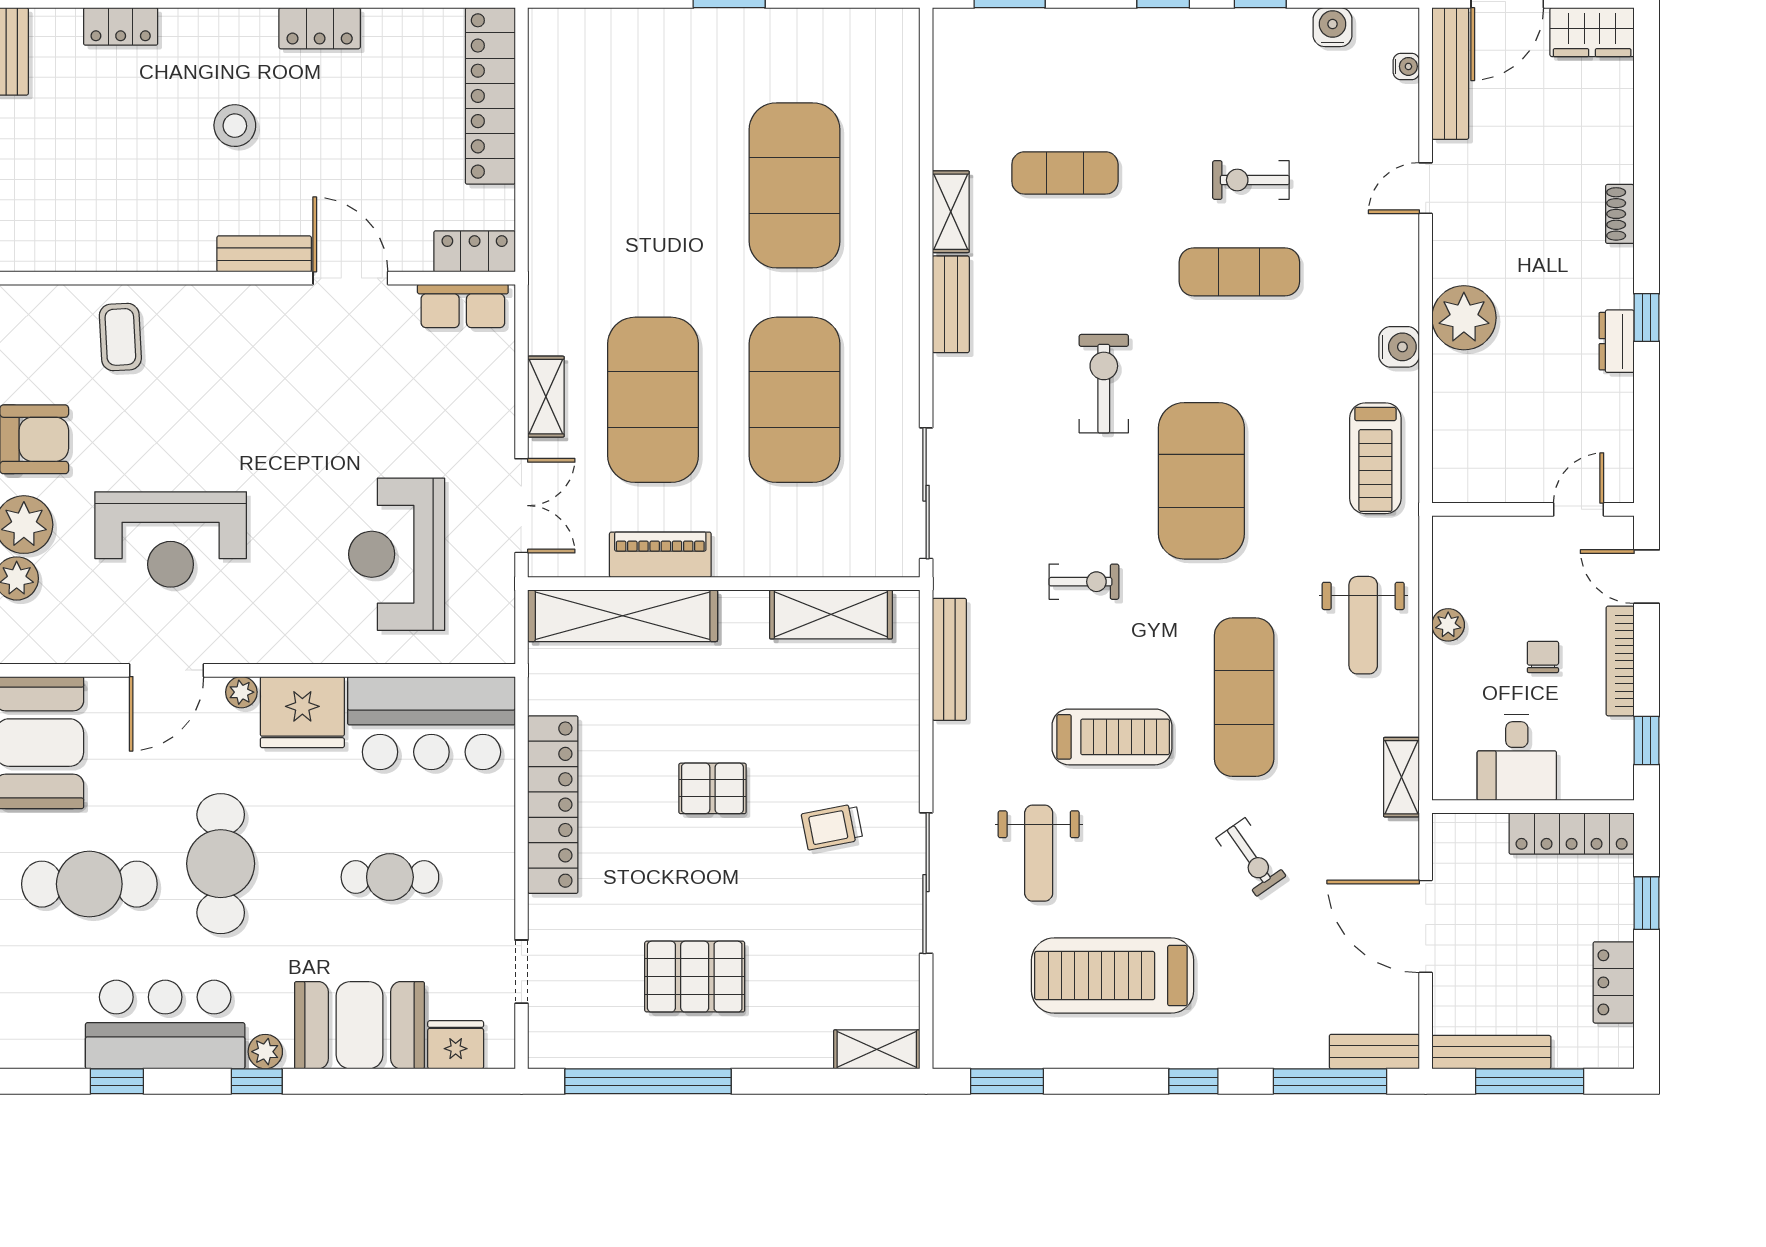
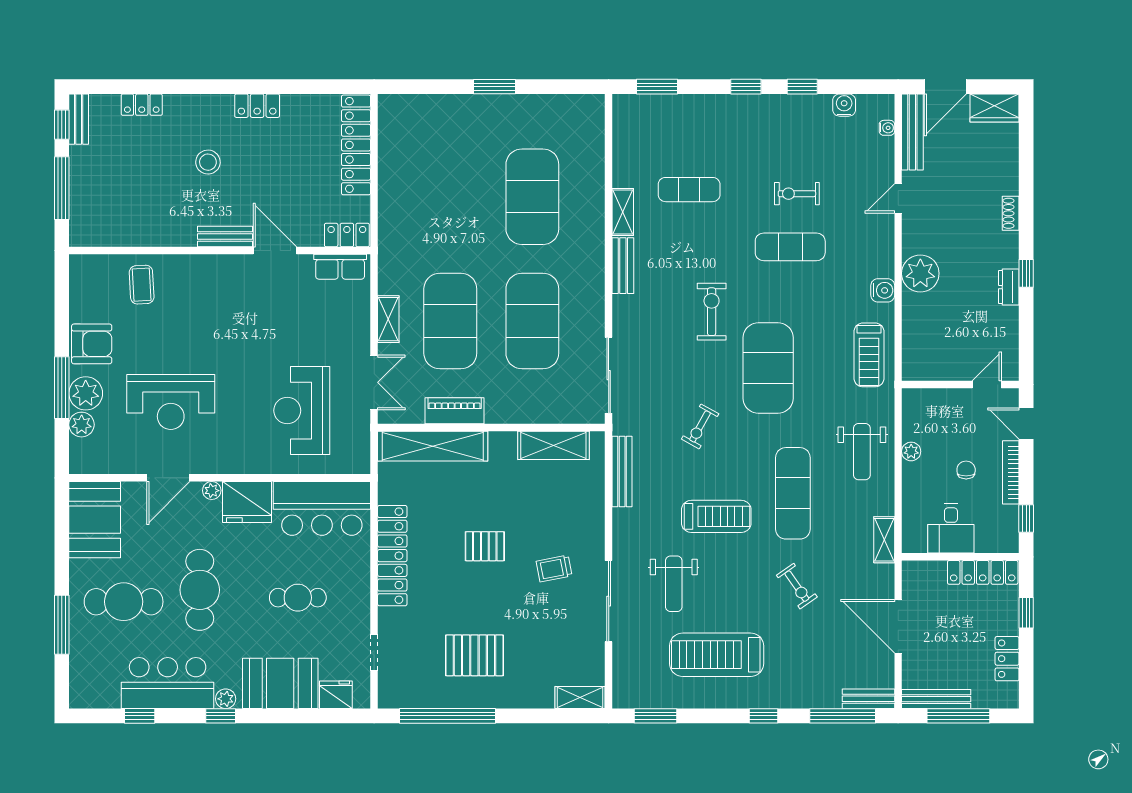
exercise bike: (1084, 582) -> (700, 426), turned 119

